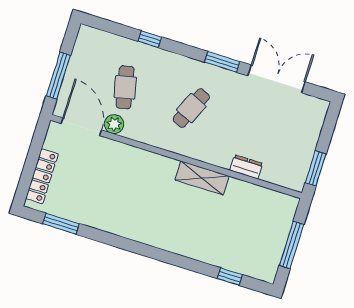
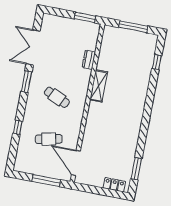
plant: (114, 124) -> (72, 143), removed
door: (81, 127) -> (76, 163), hinge flipped
locker: (42, 176) -> (114, 185), width x0.66

